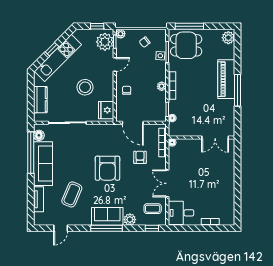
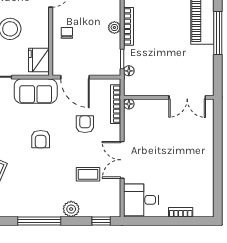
armchair: (107, 168) -> (41, 139), width x0.53, depth x0.53
coffee table: (153, 209) -> (88, 174), moved
sofa: (107, 216) -> (36, 91), moved, turned 180

